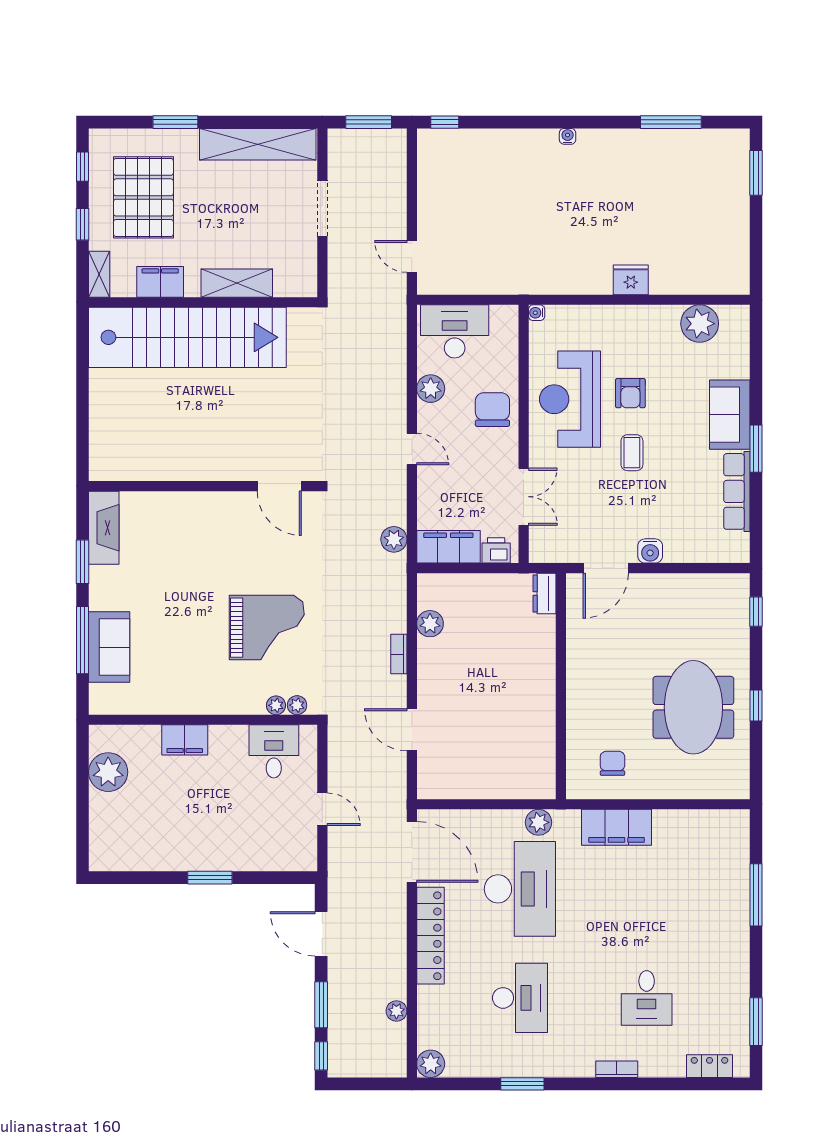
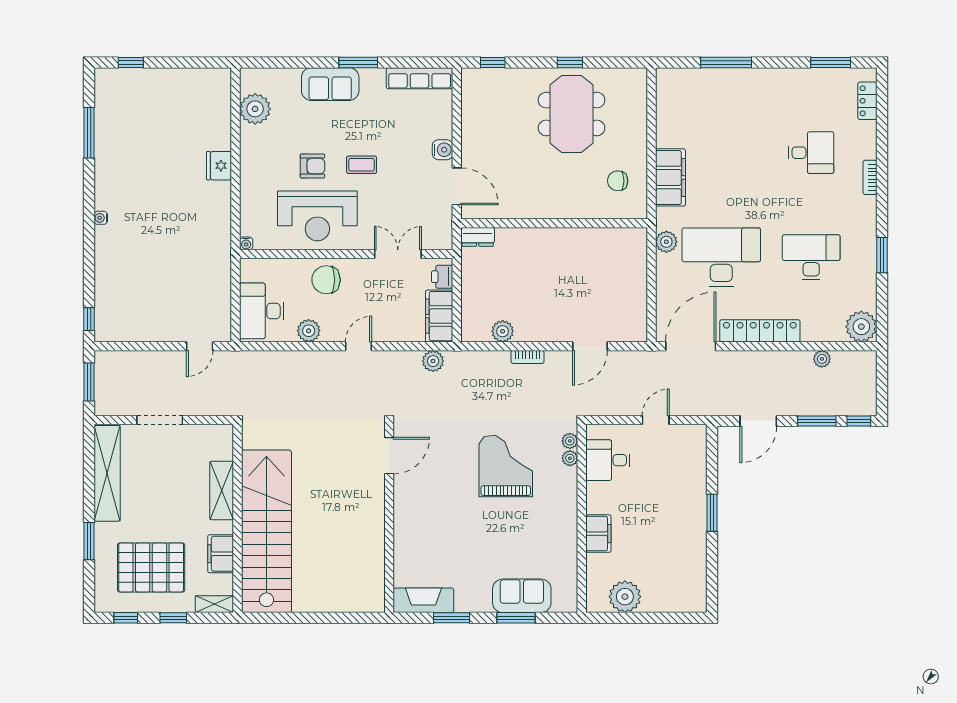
window: (756, 173) -> (131, 62), width x0.67
row of seats: (737, 491) -> (420, 78), moved
window: (82, 640) -> (516, 618), width x0.69
meeting table: (693, 707) -> (572, 114), turned 90
plant: (431, 1064) -> (861, 327), width x1.36, depth x1.36

